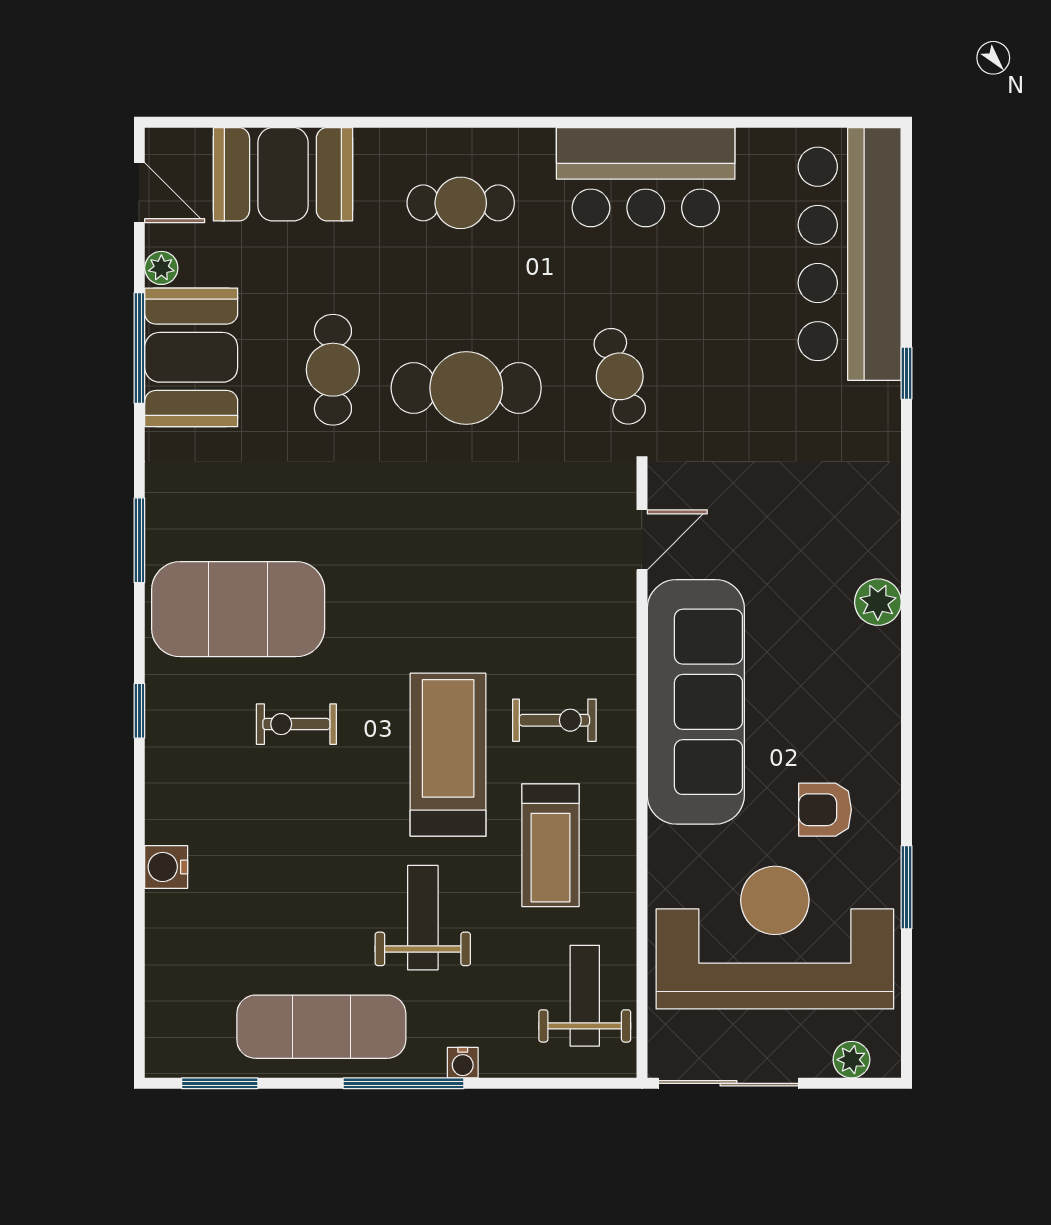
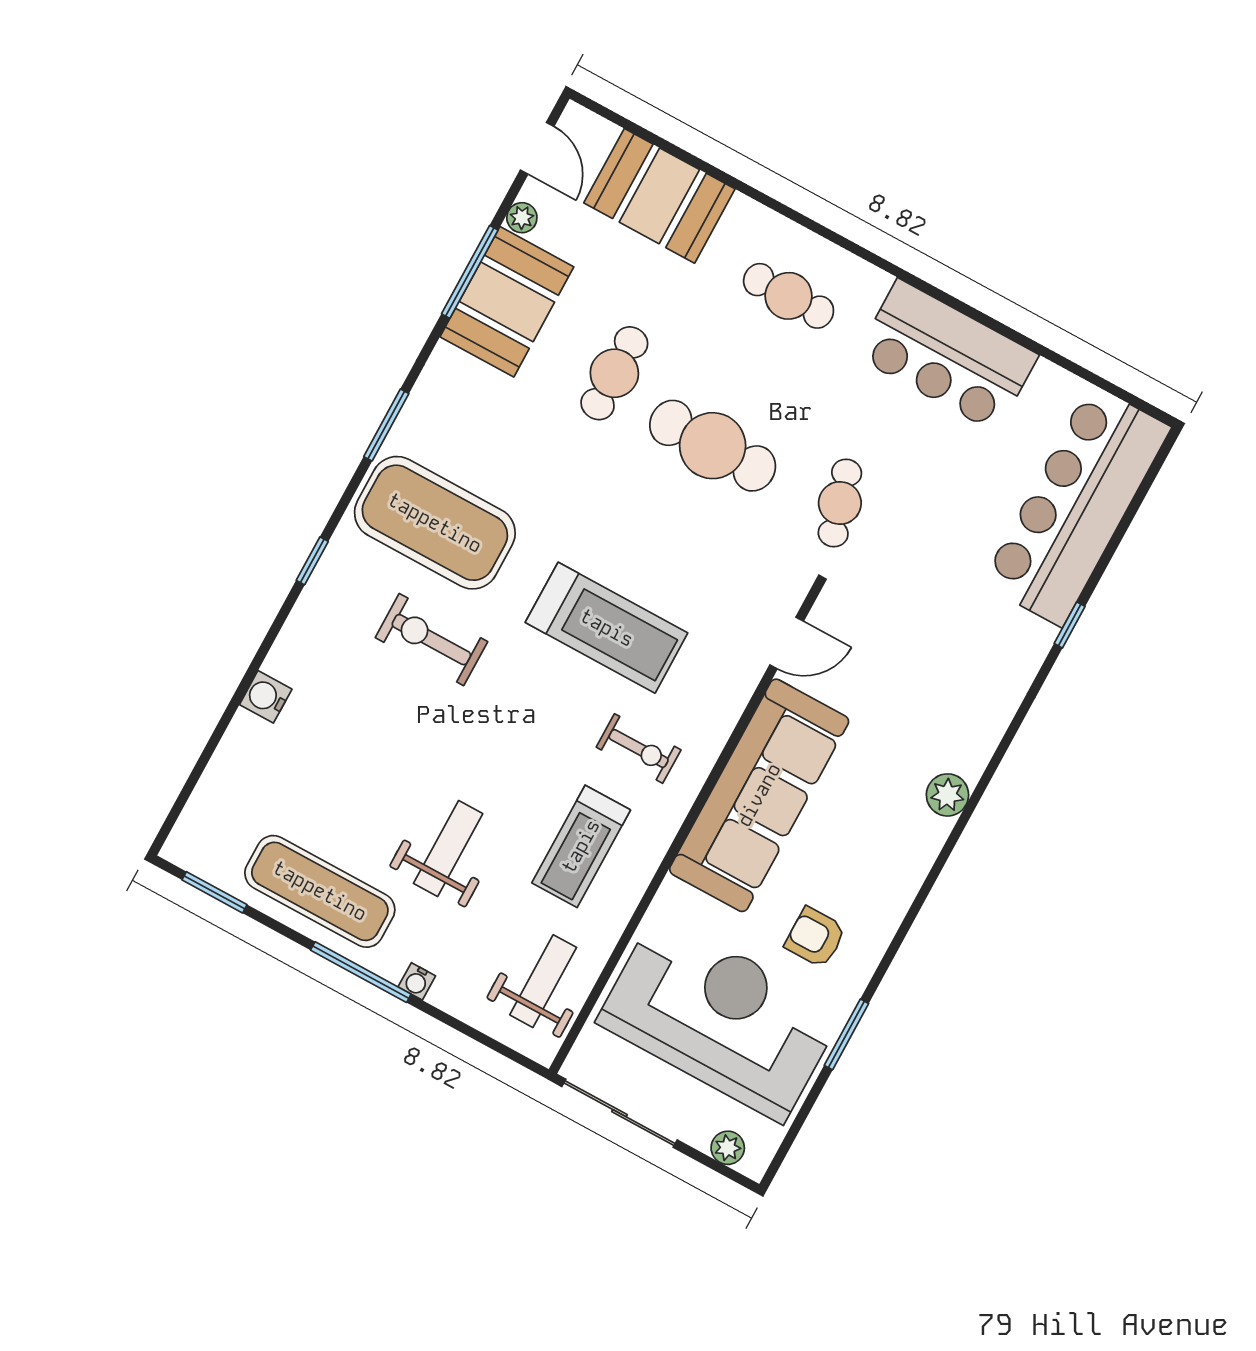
exercise bike: (296, 724) -> (431, 640), width x1.38, depth x1.39
treadmill: (448, 755) -> (607, 628), moved, turned 90

